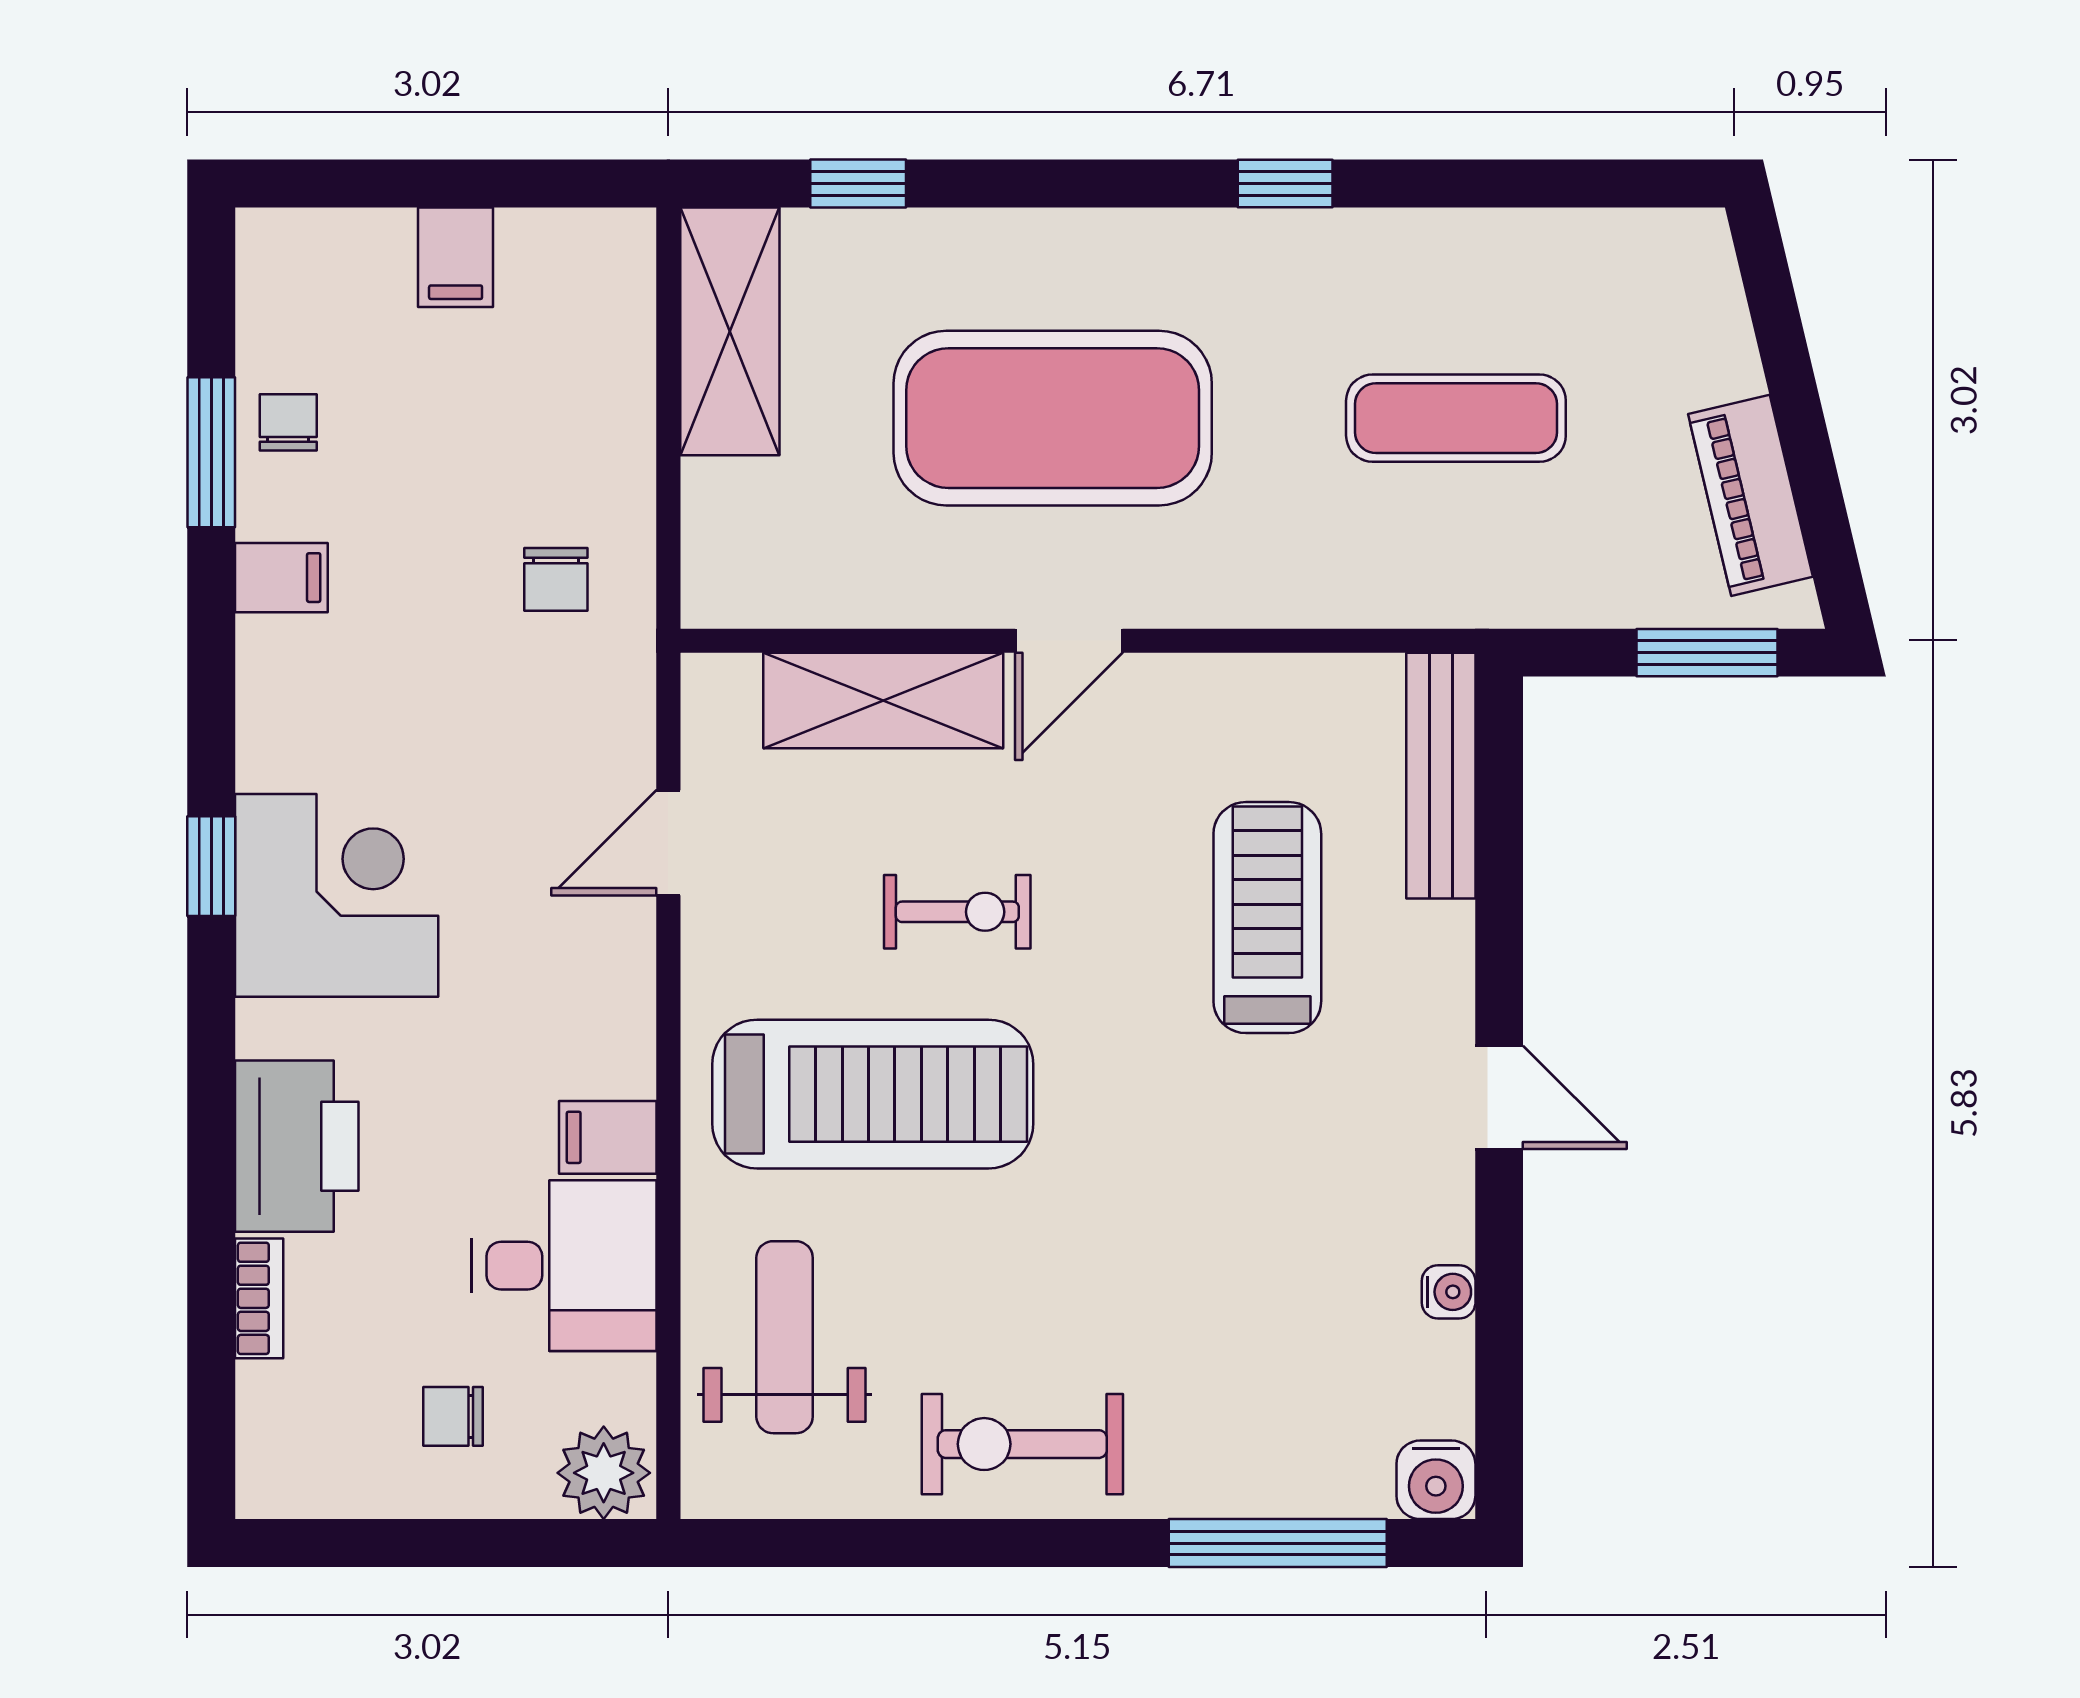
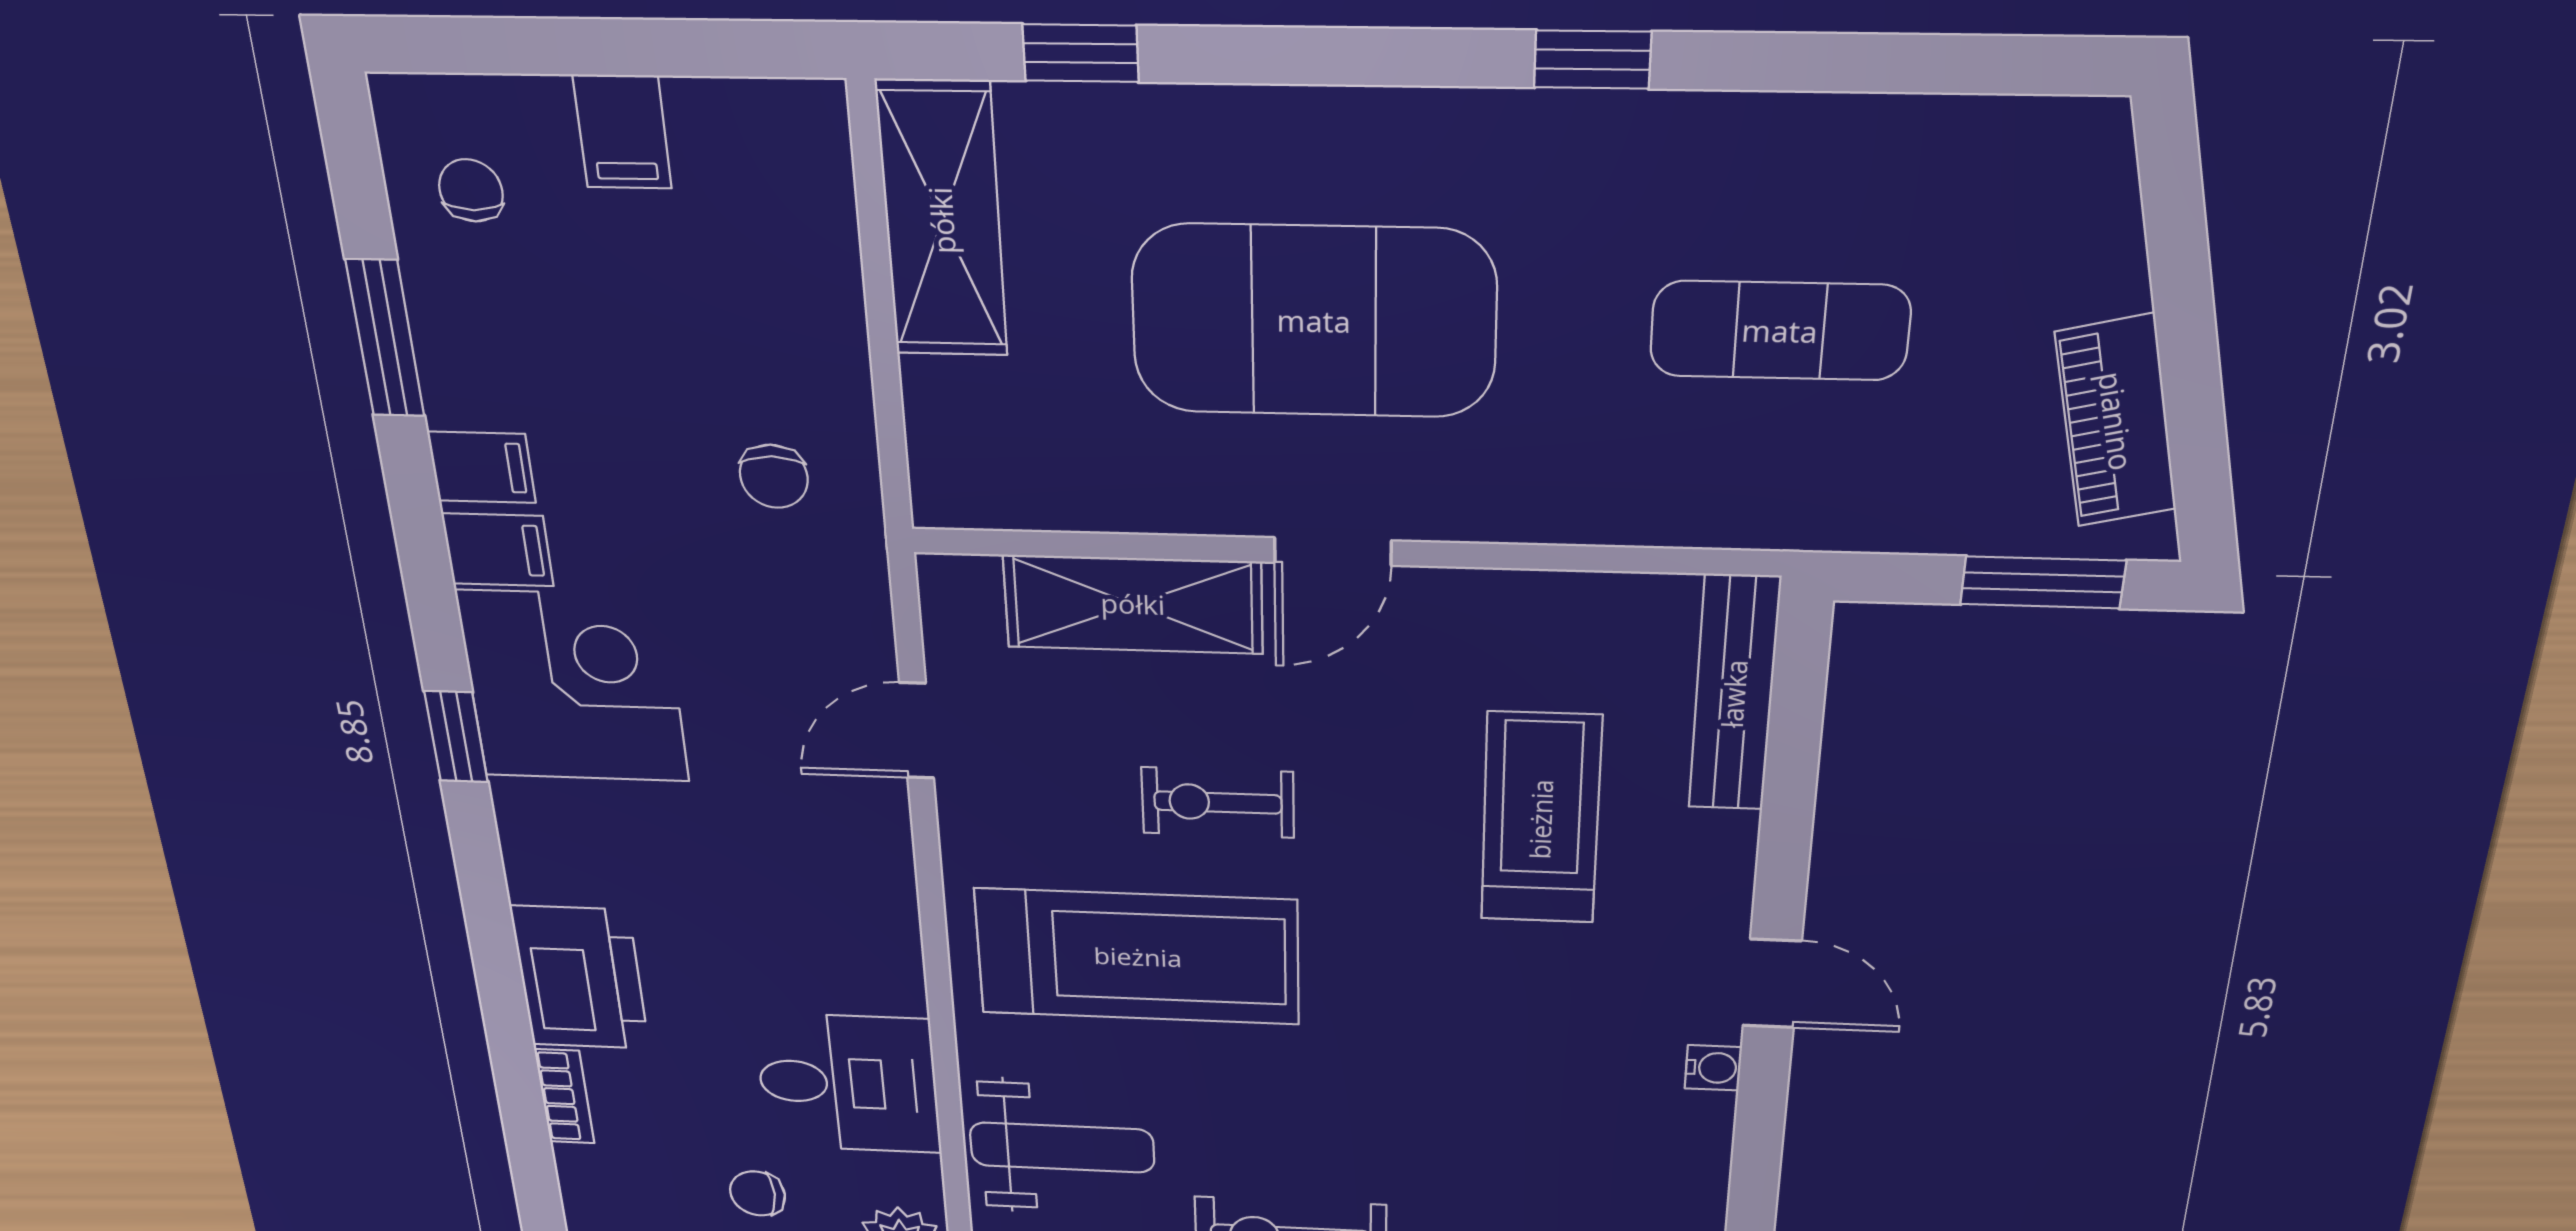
chair: (288, 422) -> (471, 190), moved
corner desk: (337, 895) -> (573, 687), moved
exercise bike: (957, 912) -> (1218, 802), turned 180
filing cabinet: (608, 1137) -> (498, 550), moved, turned 180
water cooler: (1449, 1292) -> (1713, 1068), moved
weight bench: (785, 1337) -> (1062, 1148), turned 90

